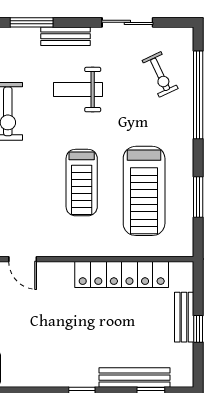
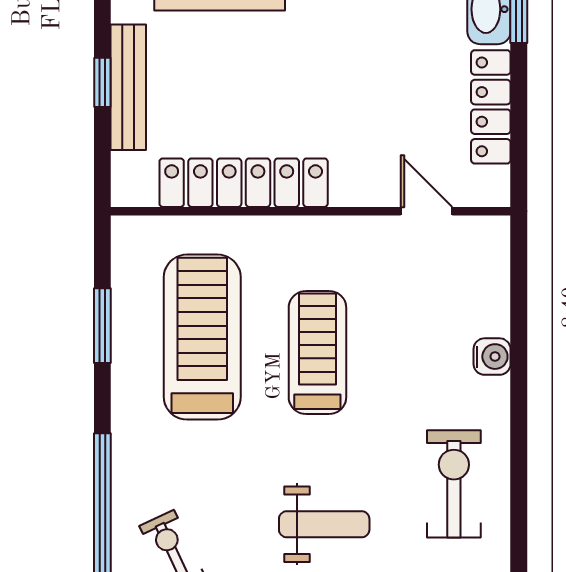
bench: (184, 317) -> (128, 87), width x1.36

